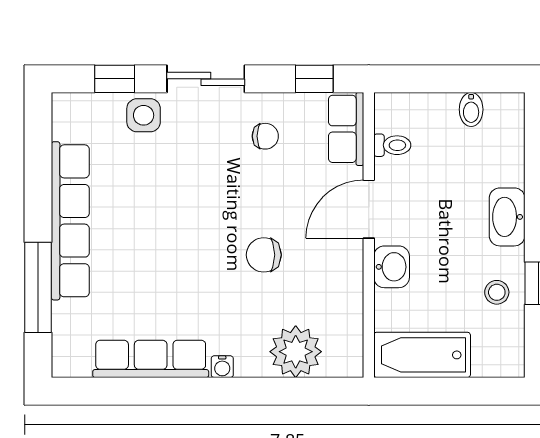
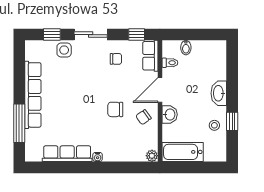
bidet: (471, 109) -> (186, 48), moved
chair: (330, 273) -> (143, 117), added
plant: (296, 352) -> (152, 156), moved, width x0.53, depth x0.53

